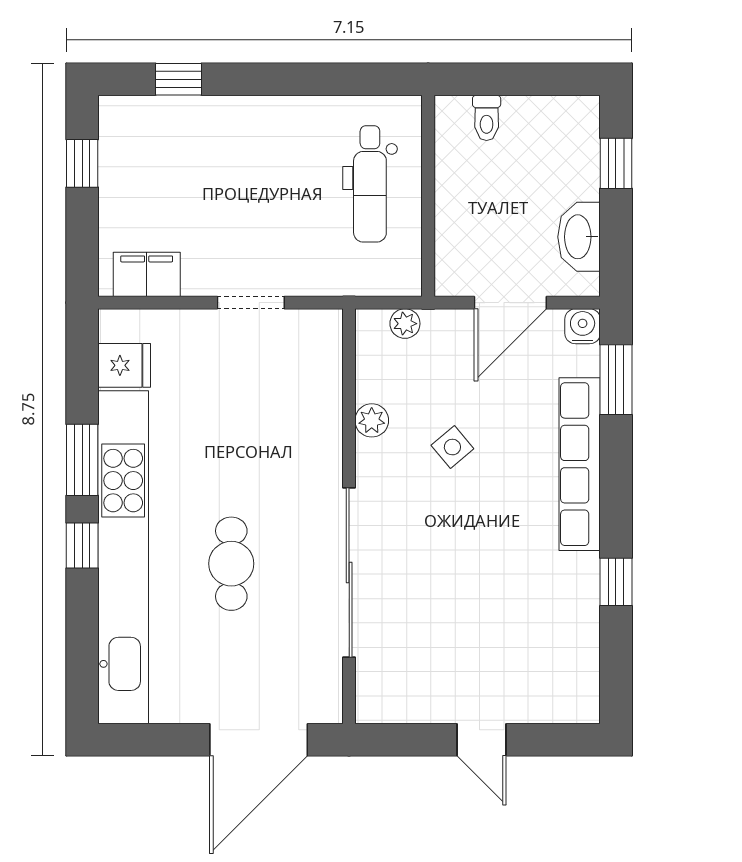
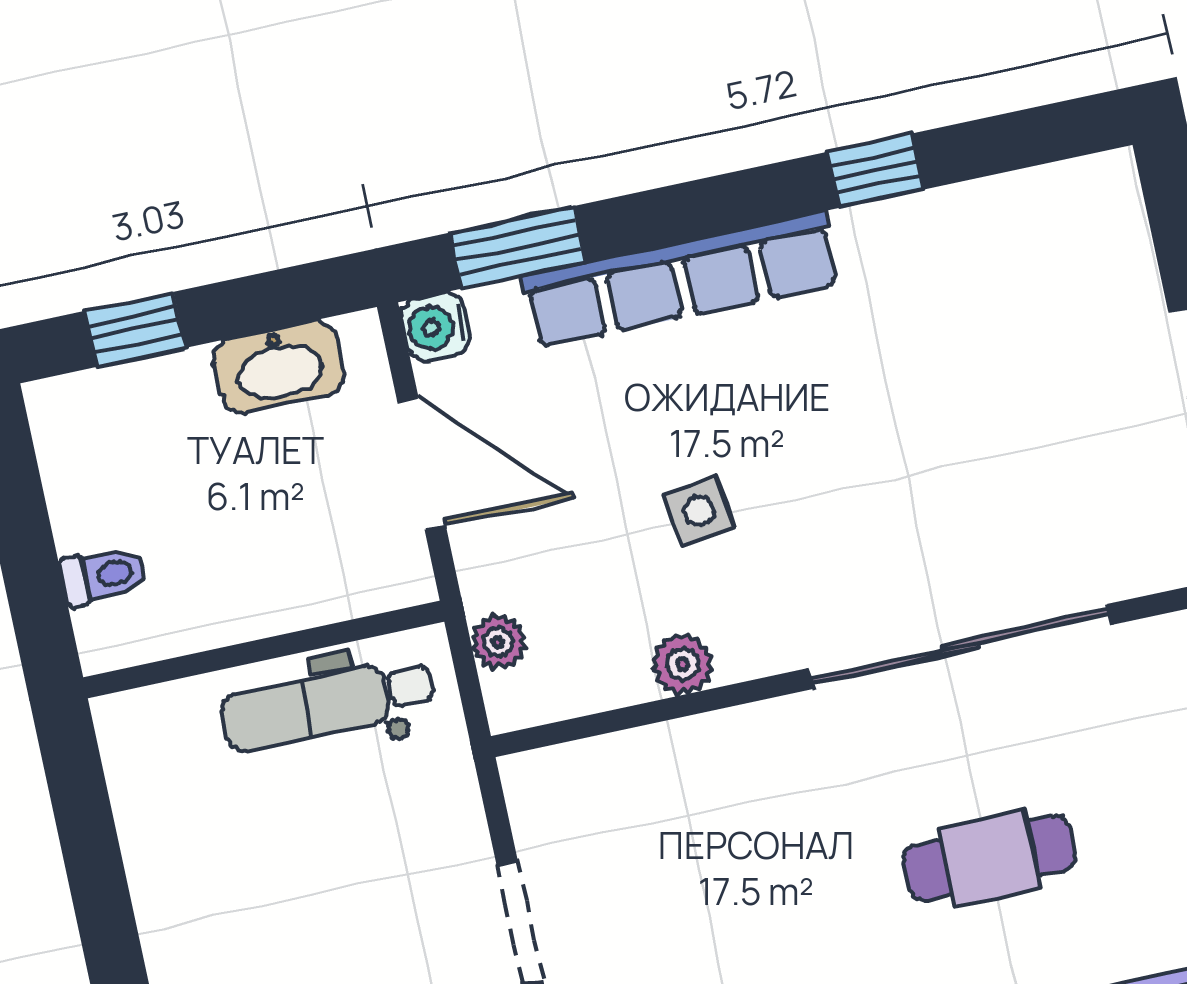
dental chair: (370, 184) -> (328, 704), moved, turned 180
side table: (452, 447) -> (699, 511), turned 32

